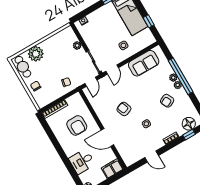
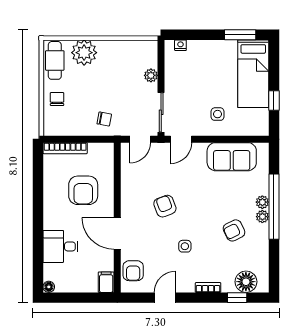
armchair: (127, 152) -> (133, 271), added
door: (152, 156) -> (165, 298), swing flipped
filing cabinet: (112, 169) -> (106, 282), width x0.50

